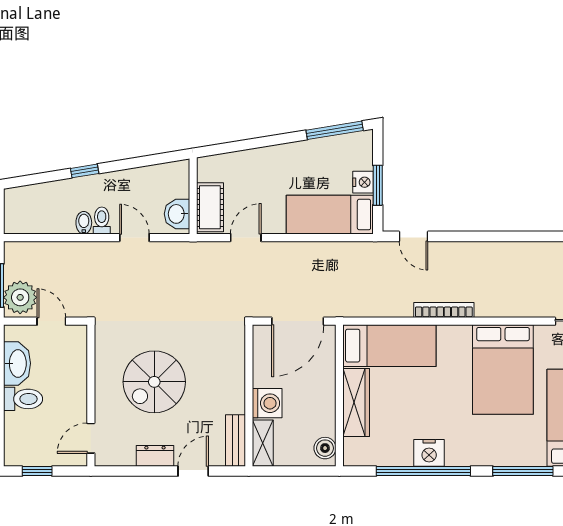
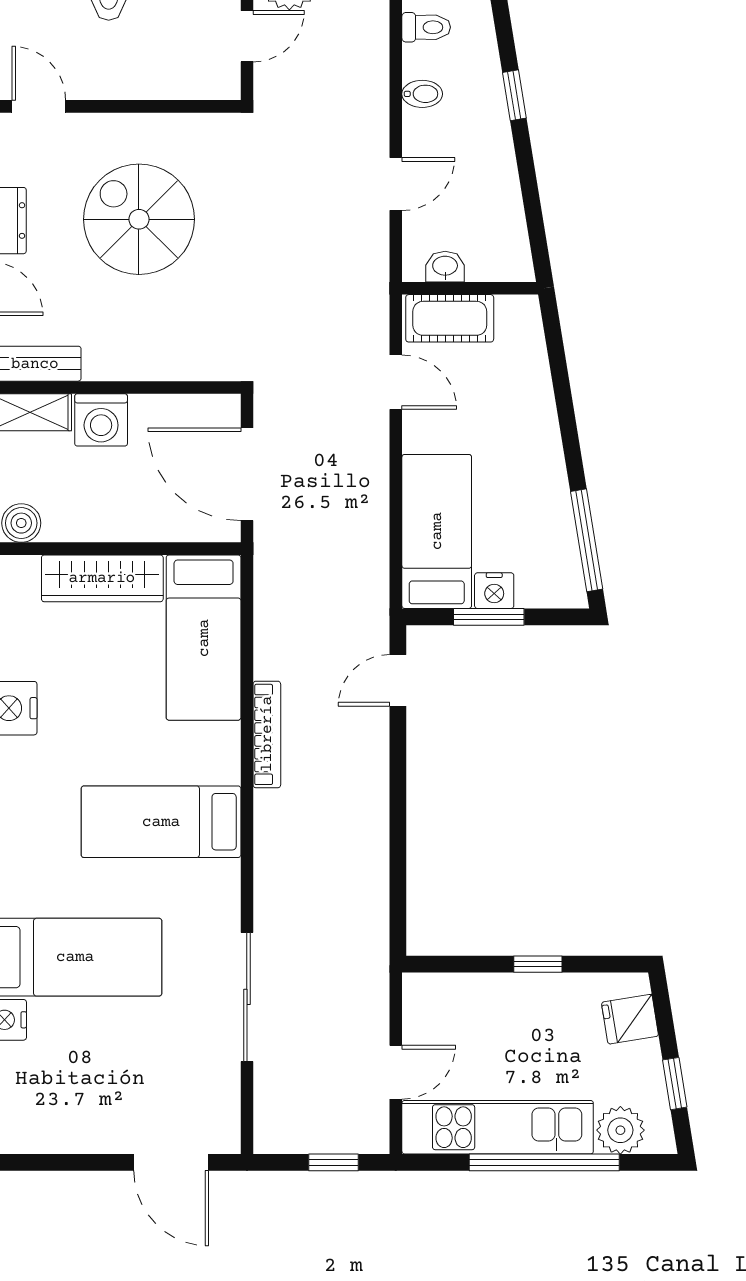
washbasin: (177, 214) -> (445, 267), width x0.72, depth x0.69
toilet: (102, 220) -> (426, 27), moved
bed: (503, 369) -> (161, 822), width x0.67

